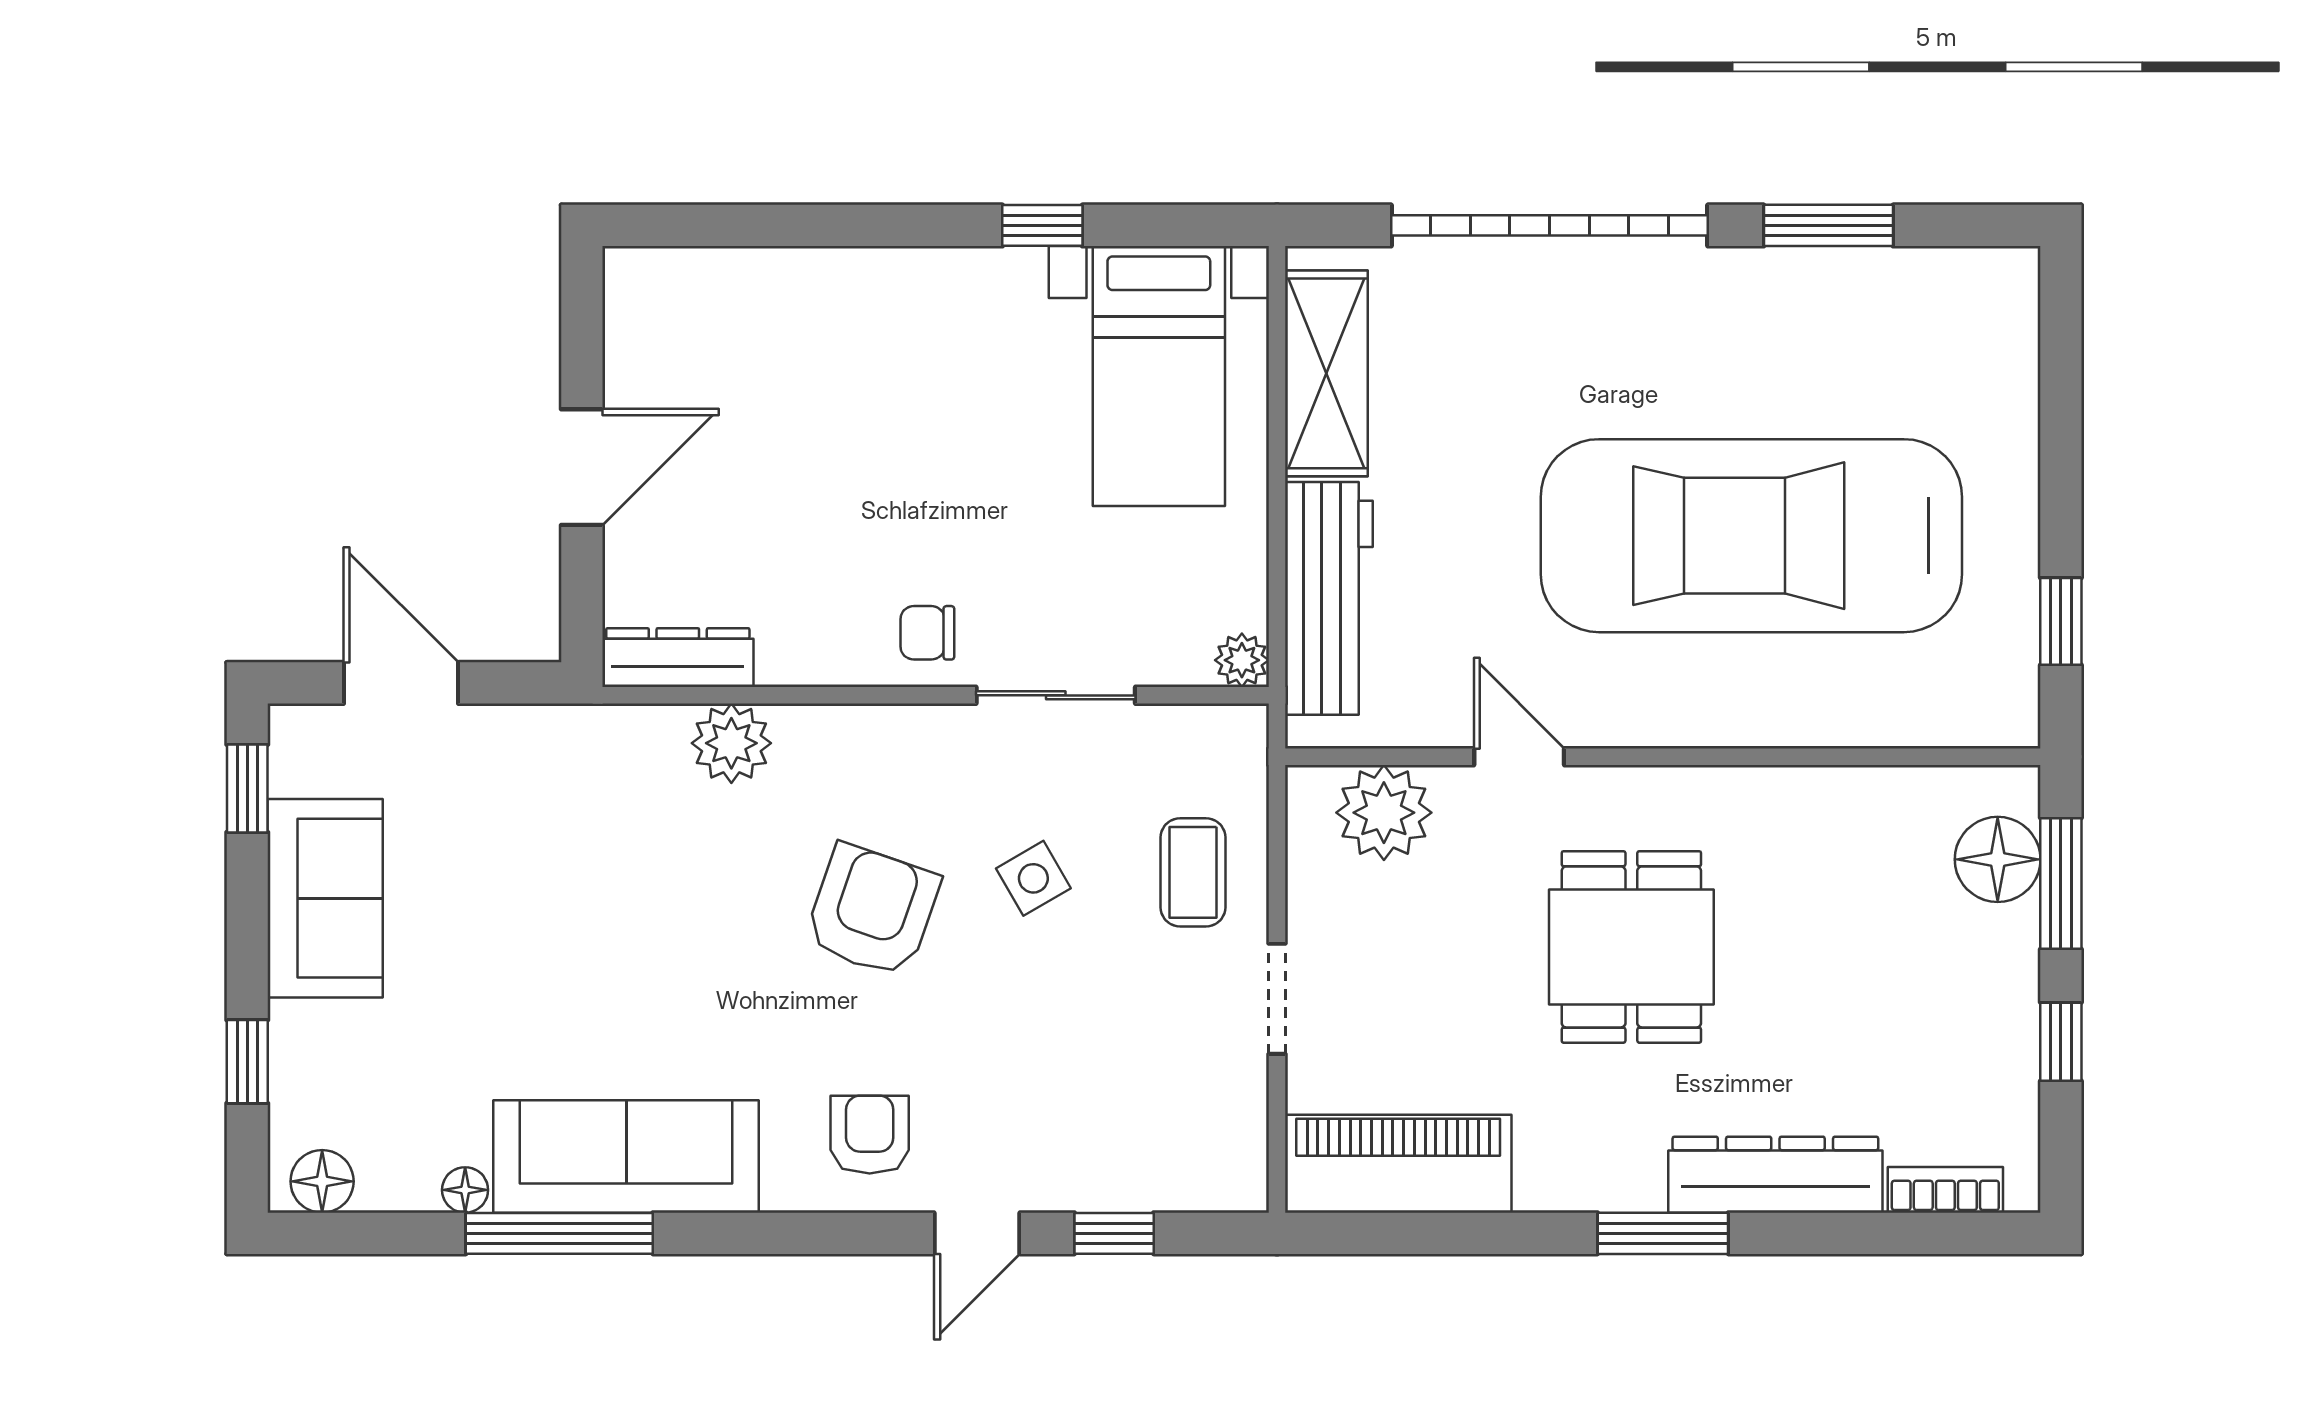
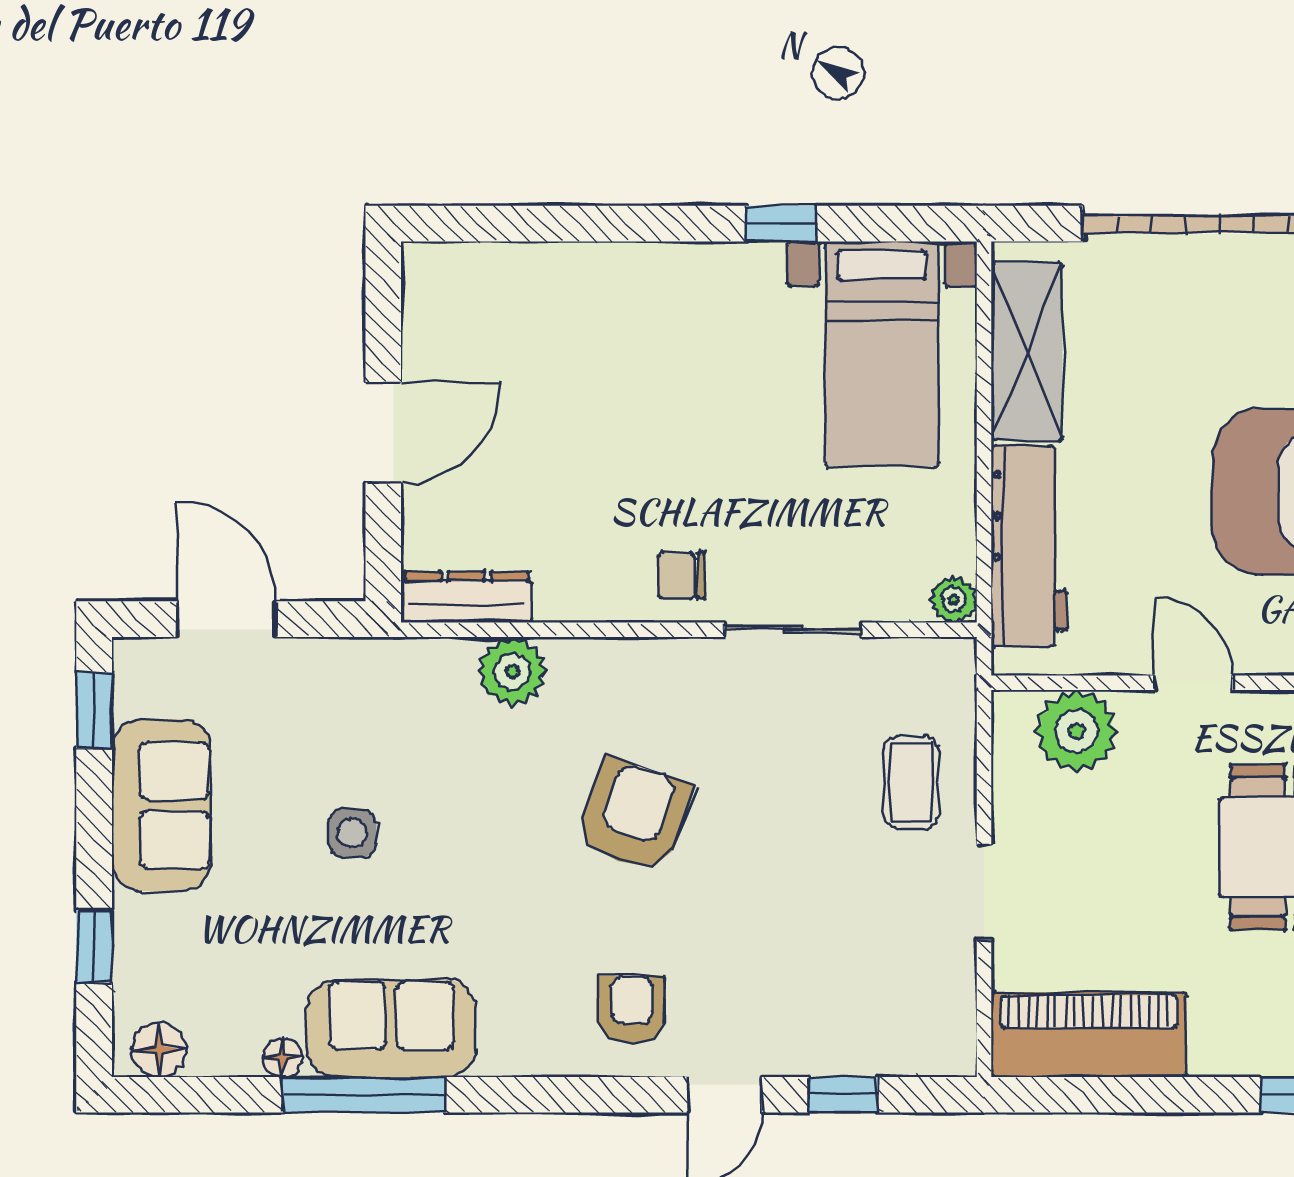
side table: (1033, 878) -> (352, 833), moved, turned 32
sofa: (626, 1156) -> (391, 1028), width x0.73

